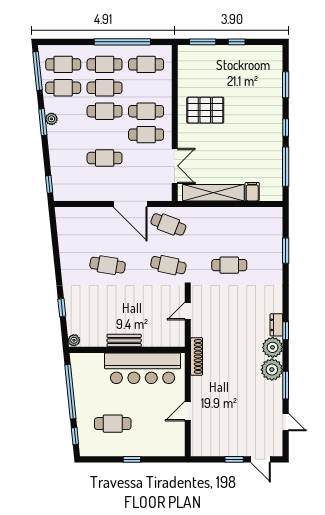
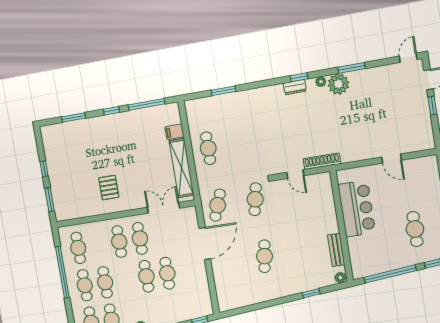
pallet: (205, 110) -> (109, 187), width x0.67, depth x0.71
cafe table: (105, 111) -> (146, 276), moved
cafe table: (229, 265) -> (208, 148), moved
bench: (124, 341) -> (336, 250), moved
plant: (273, 347) -> (321, 82), width x0.53, depth x0.53
shoe rack: (197, 356) -> (322, 161), moved
bar counter: (143, 368) -> (357, 209), width x0.73
door: (286, 422) -> (408, 58), moved

